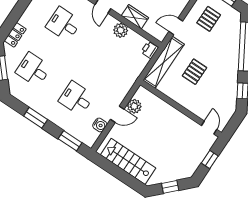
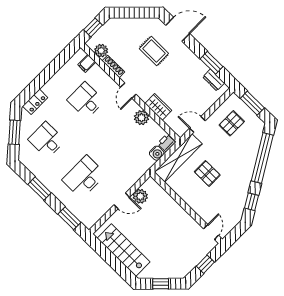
pallet: (194, 72) -> (207, 173), turned 90
desk: (76, 98) -> (84, 177), width x1.37
water cooler: (100, 125) -> (157, 153), moved

